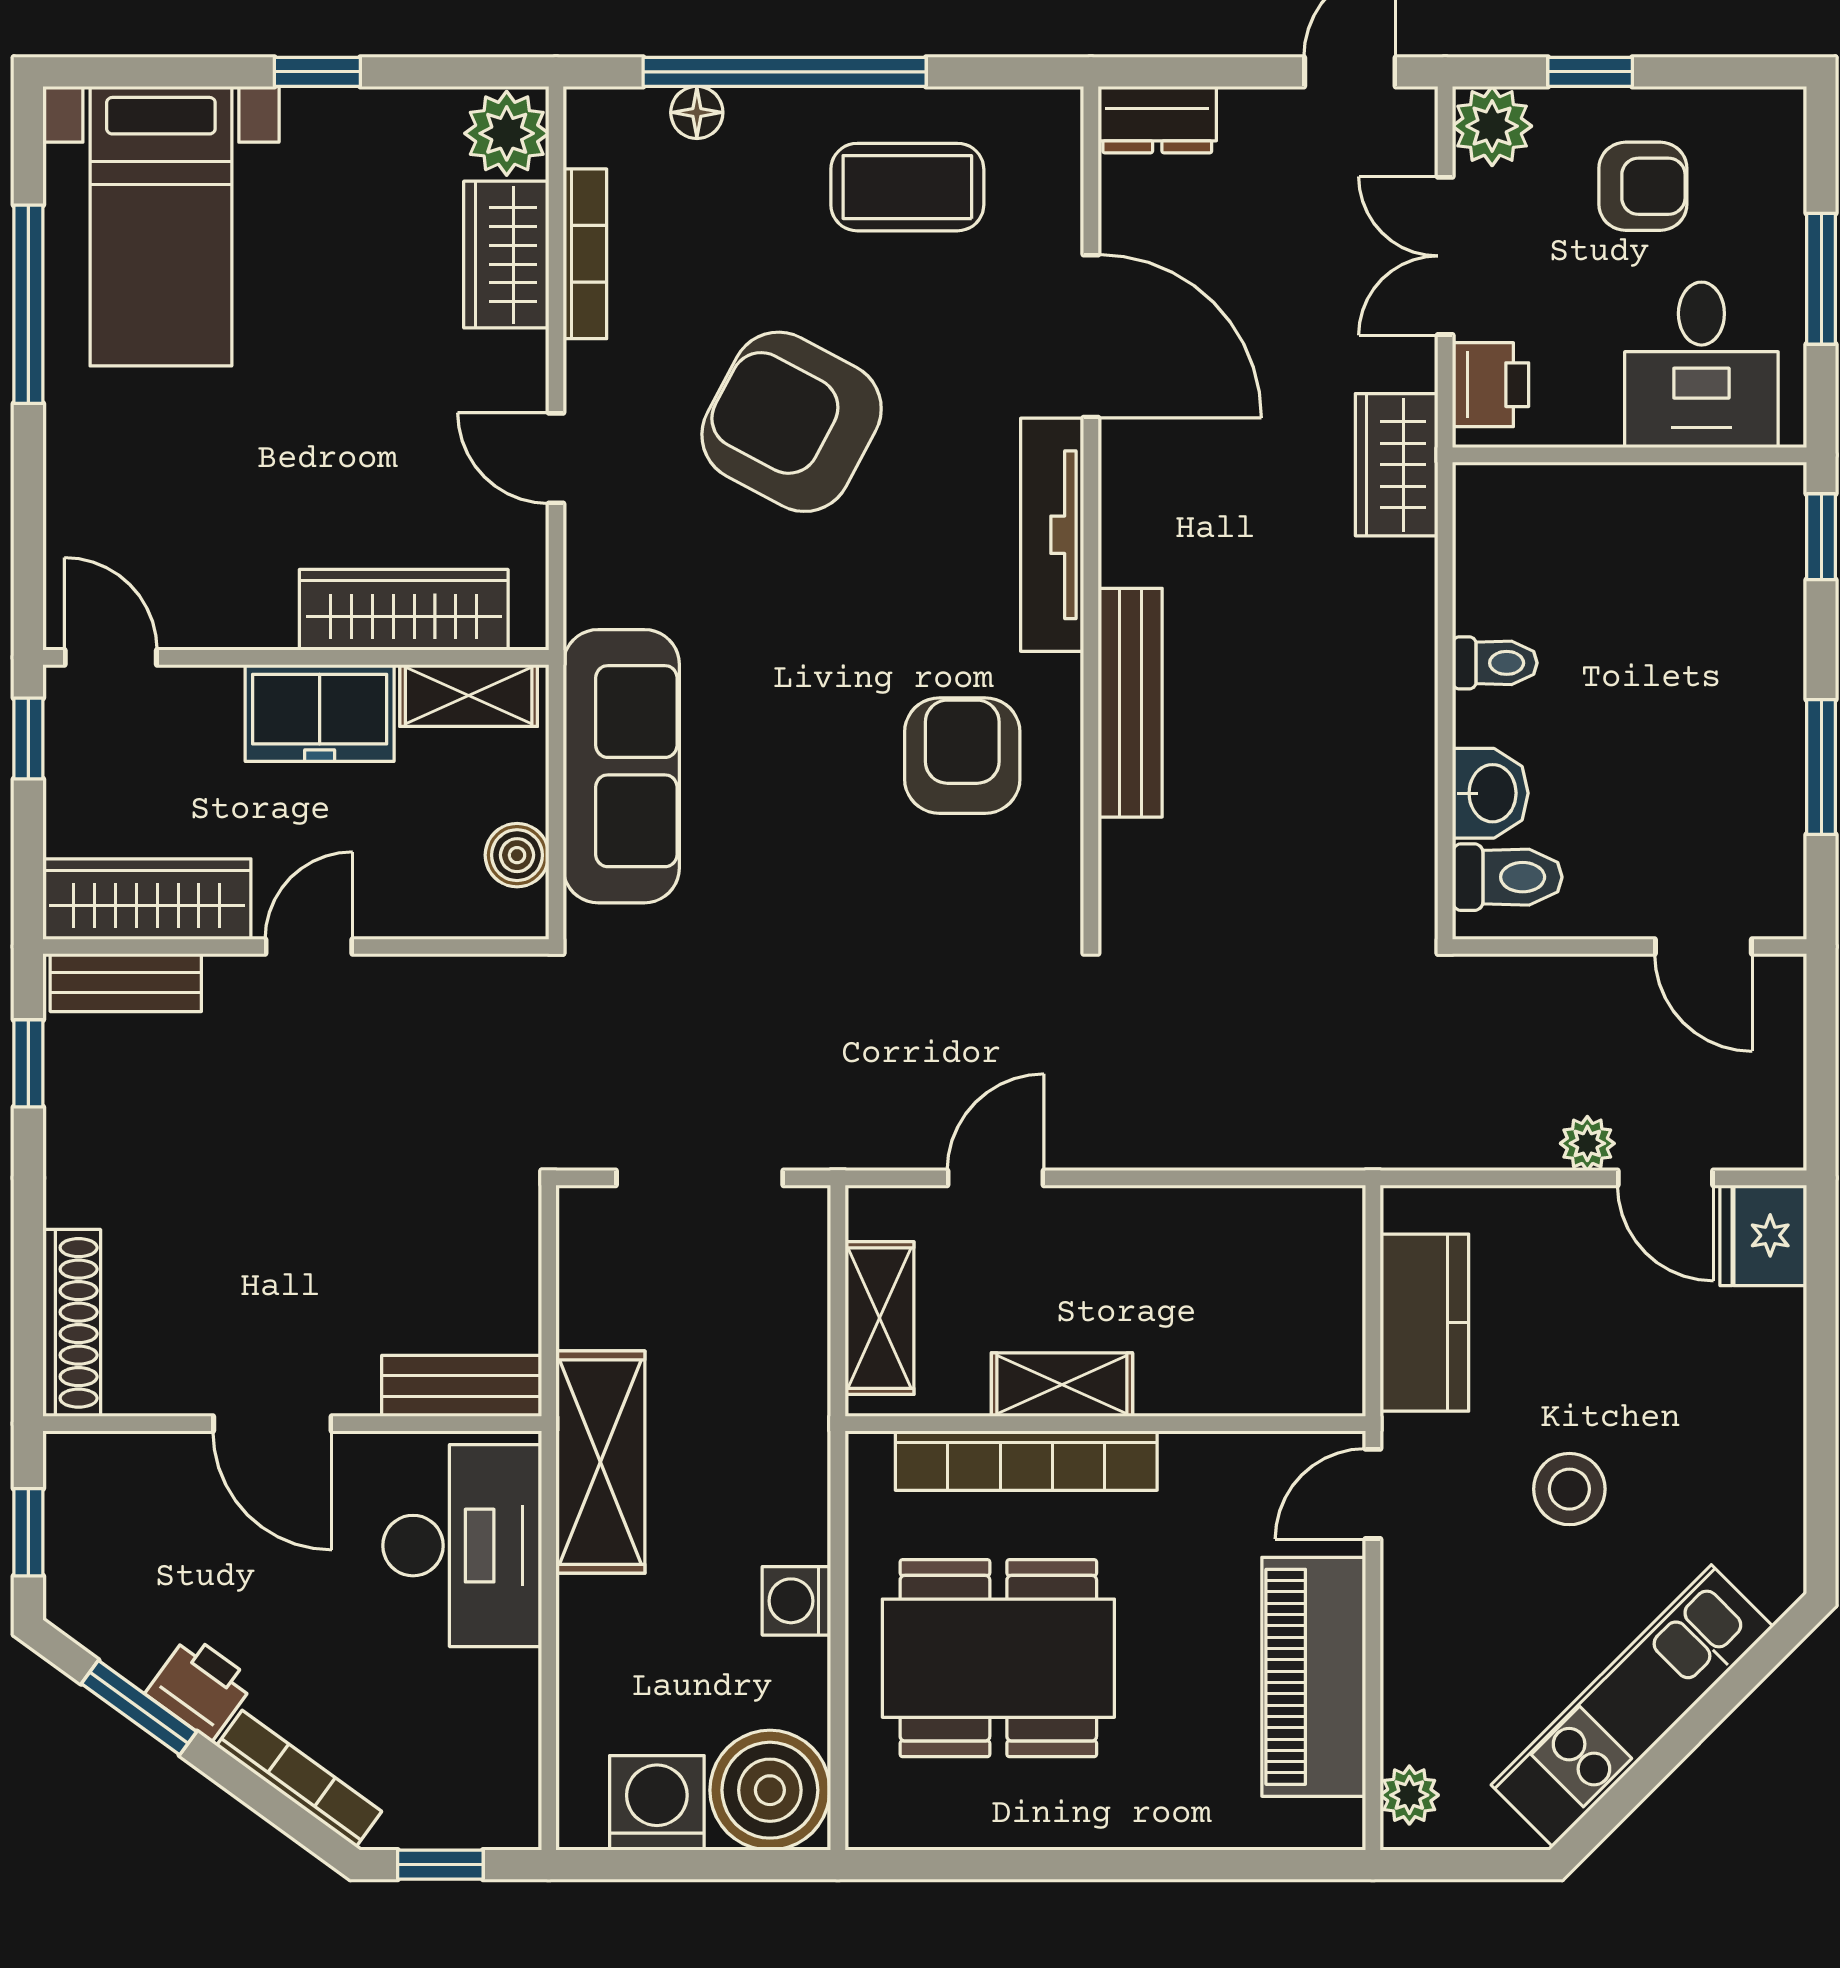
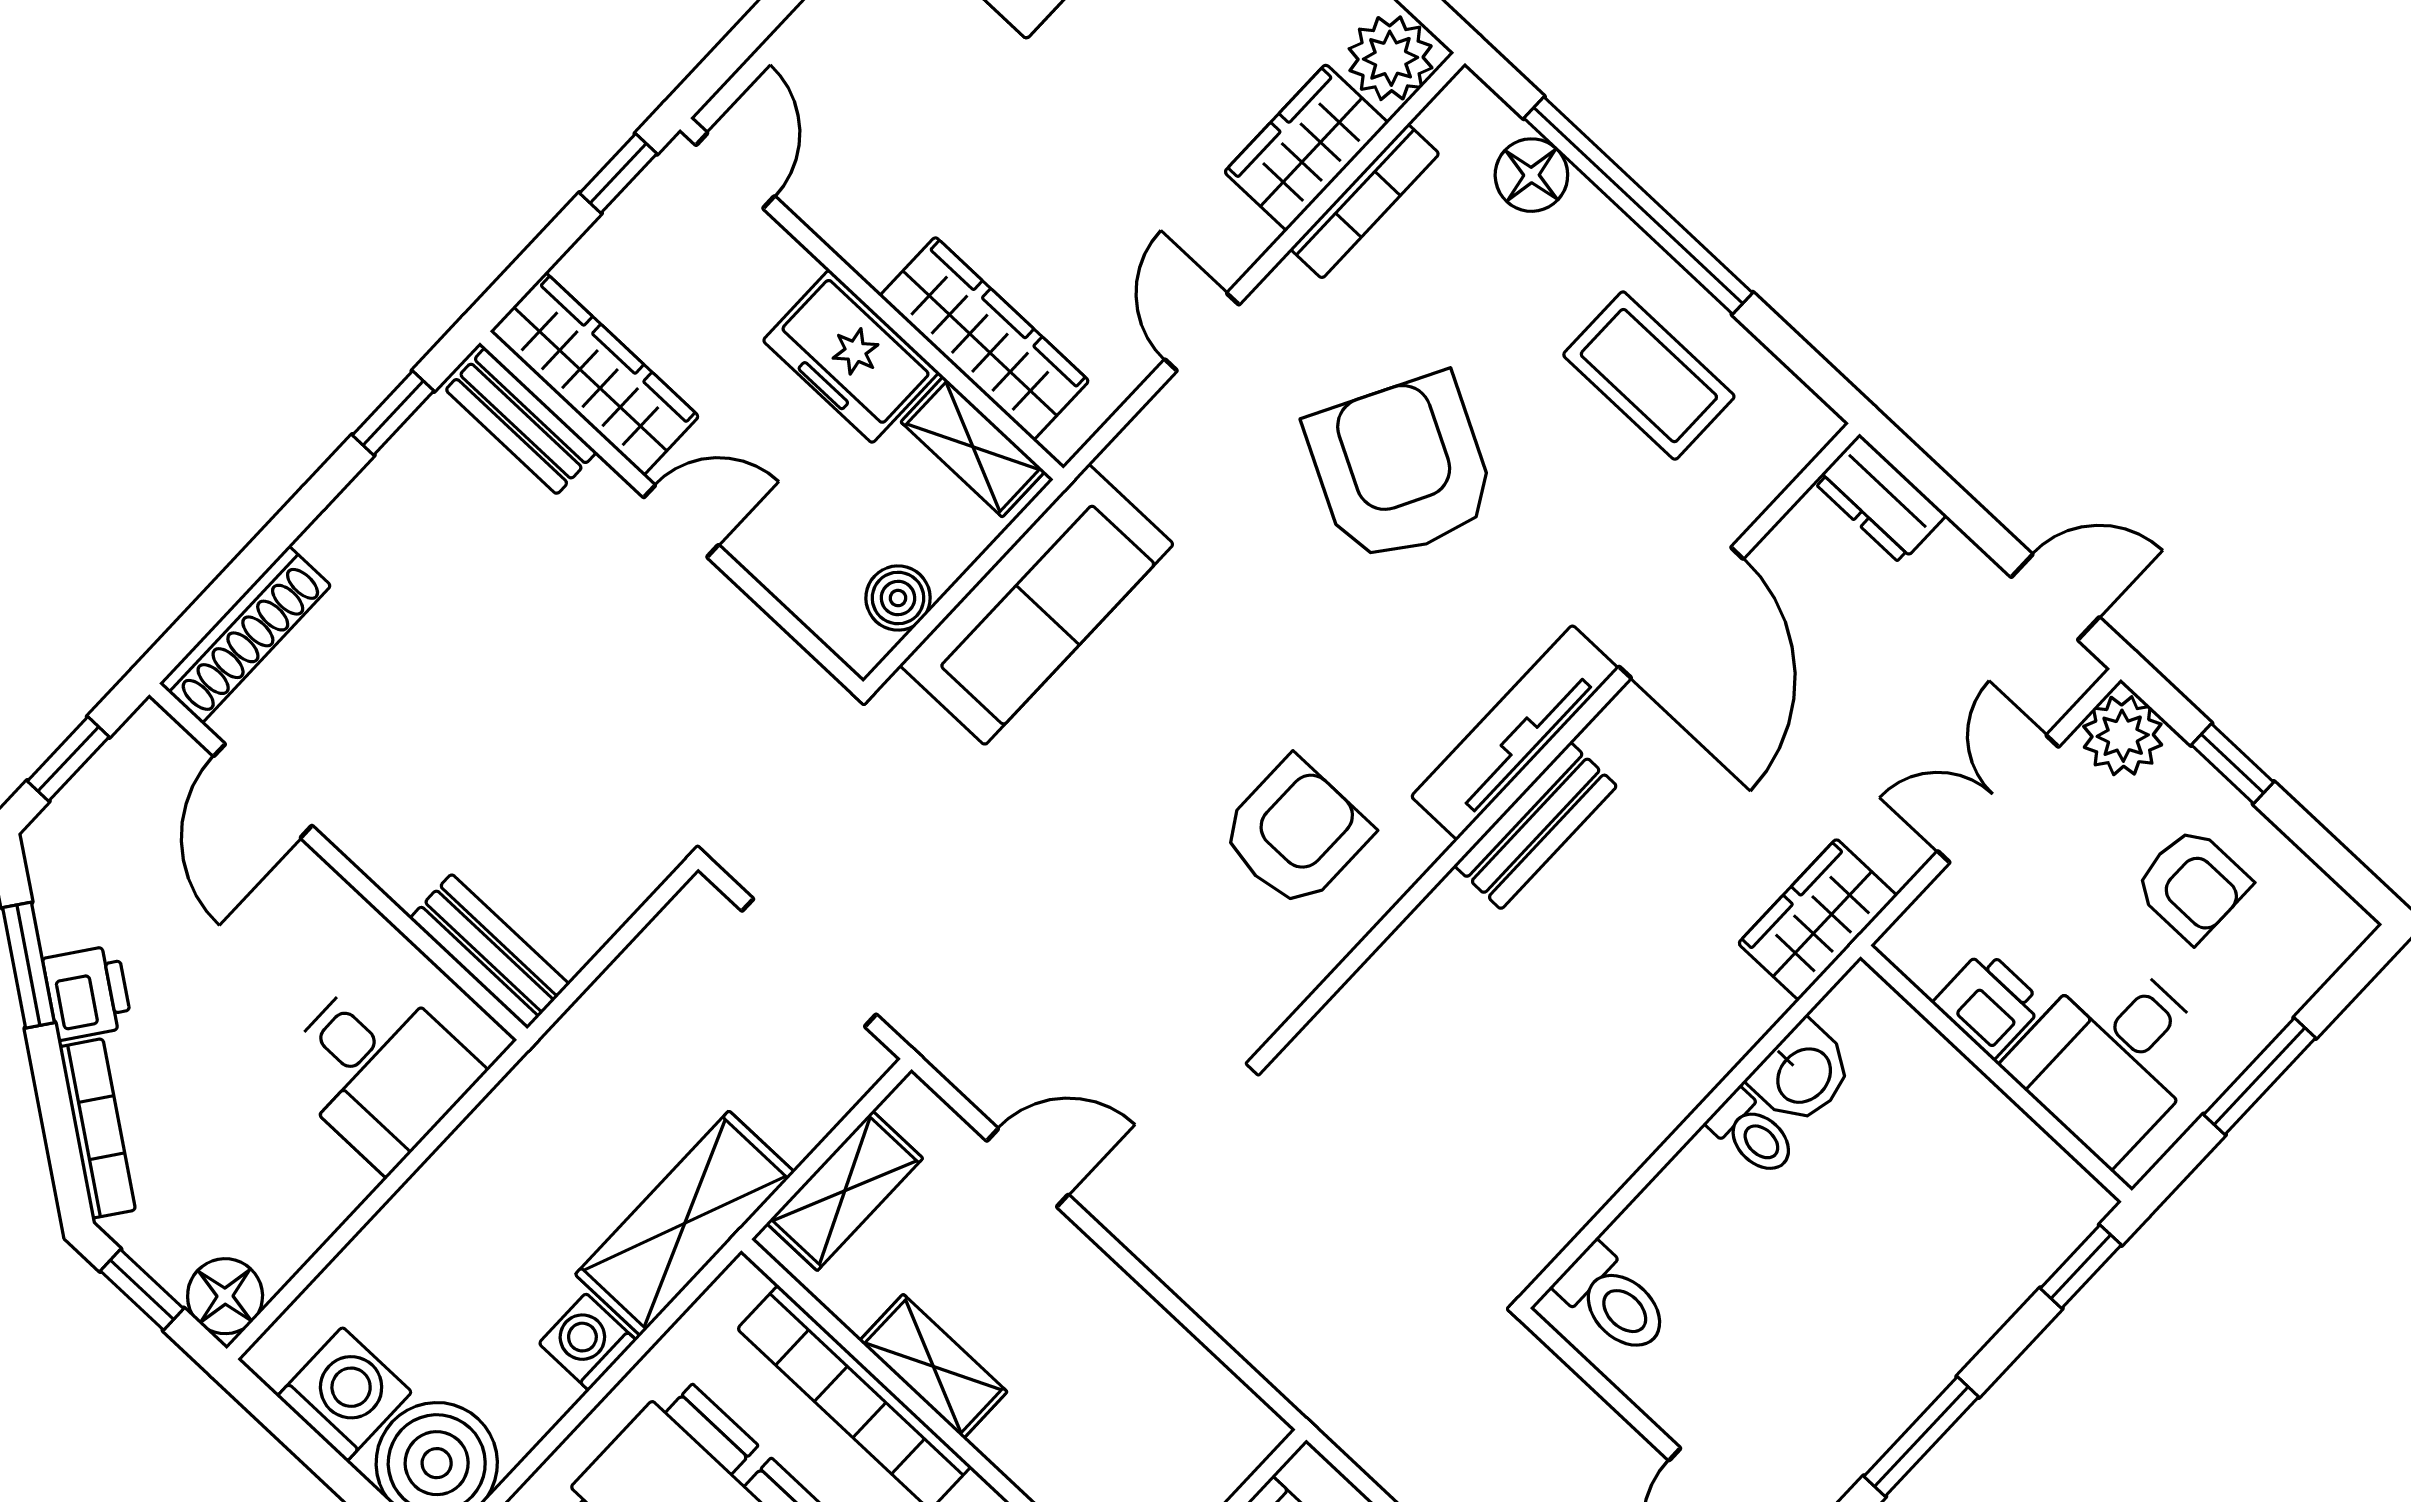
floor lamp: (697, 112) -> (1531, 175), width x1.37, depth x1.37
printer: (1491, 385) -> (1989, 1004), moved, turned -90
bench: (1130, 703) -> (1536, 826), moved, width x0.73
washbasin: (1490, 793) -> (1802, 1074), moved
door: (272, 1424) -> (263, 791), moved
shelving: (600, 1462) -> (685, 1223), moved
desk: (462, 1546) -> (379, 1069), width x0.73
floor lamp: (504, 1813) -> (225, 1296), added

